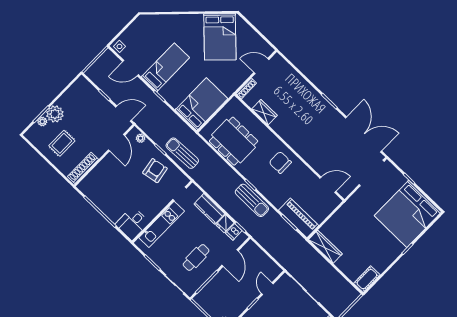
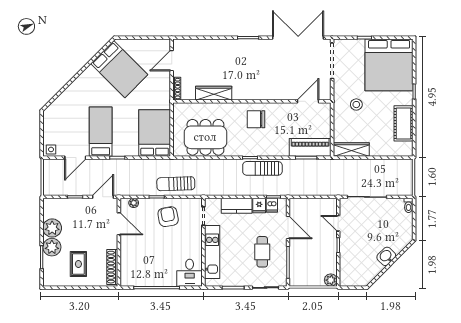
wardrobe: (264, 112) -> (214, 93), width x1.50
plant: (42, 121) -> (52, 228), moved, width x1.87, depth x1.87
sun lounger: (252, 200) -> (262, 168), turned 180
stool: (359, 219) -> (356, 105), added
cot: (367, 279) -> (404, 123), moved, width x1.37, depth x1.34

